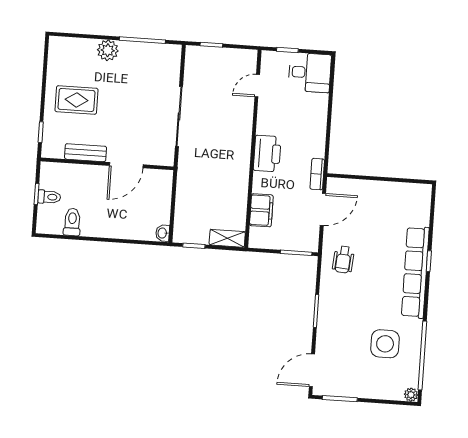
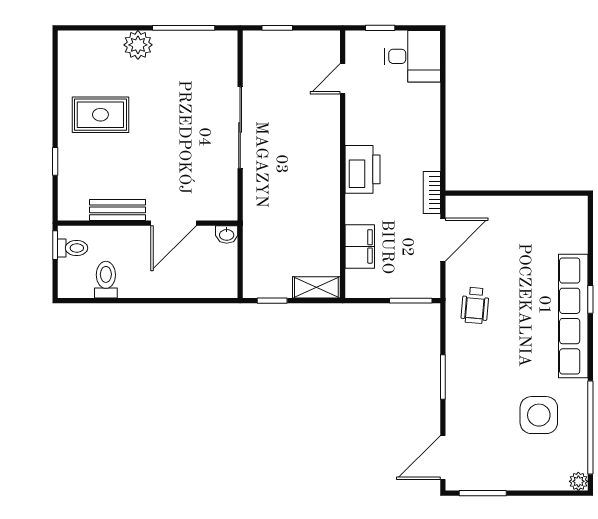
bench: (86, 153) -> (117, 210), moved
wall: (107, 164) -> (148, 223), moved
door: (126, 165) -> (174, 223), moved
washbasin: (163, 233) -> (227, 234), moved, turned -90

